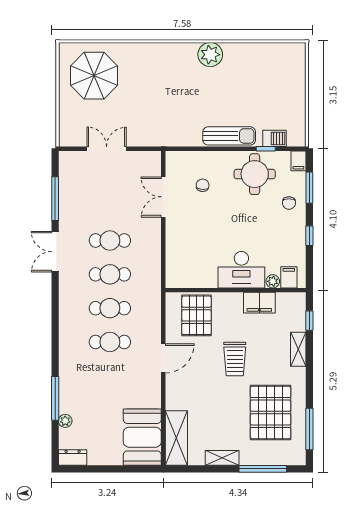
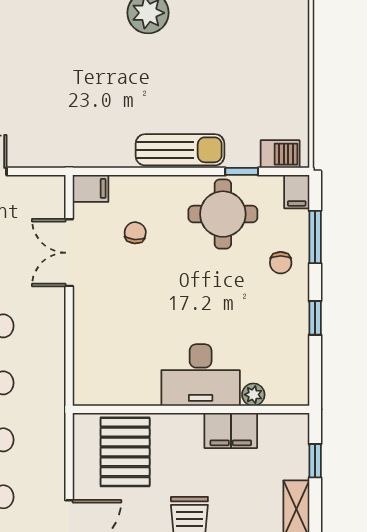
barbecue: (275, 138) -> (280, 154), moved
filing cabinet: (289, 277) -> (91, 188), moved, turned 90

